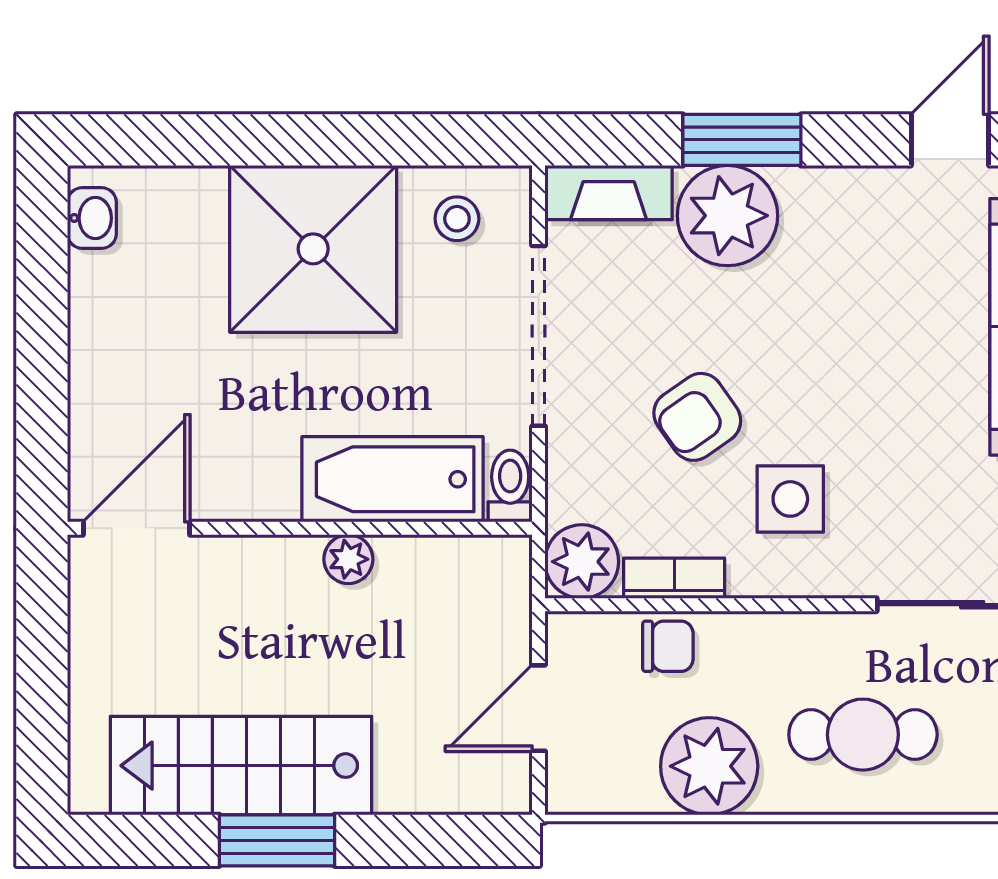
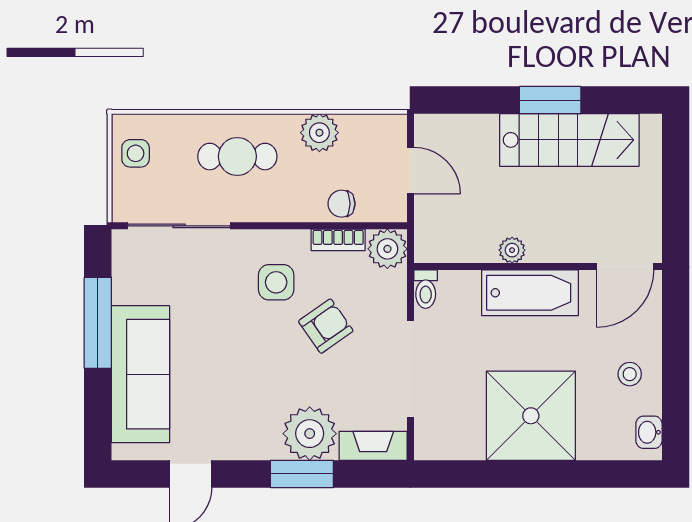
stool: (457, 219) -> (630, 374), moved
bathtub: (392, 479) -> (530, 293), moved
door: (539, 708) -> (411, 171), hinge flipped
plant: (709, 766) -> (319, 133), width x0.73, depth x0.73

